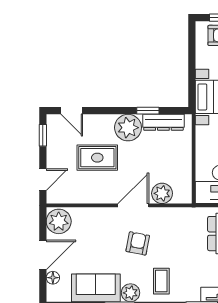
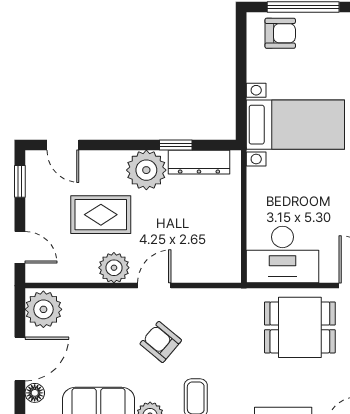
door: (43, 180) -> (20, 247), hinge flipped
plant: (162, 193) -> (114, 268), moved
door: (133, 205) -> (154, 286), width x0.73
armchair: (138, 243) -> (161, 342), turned -61

